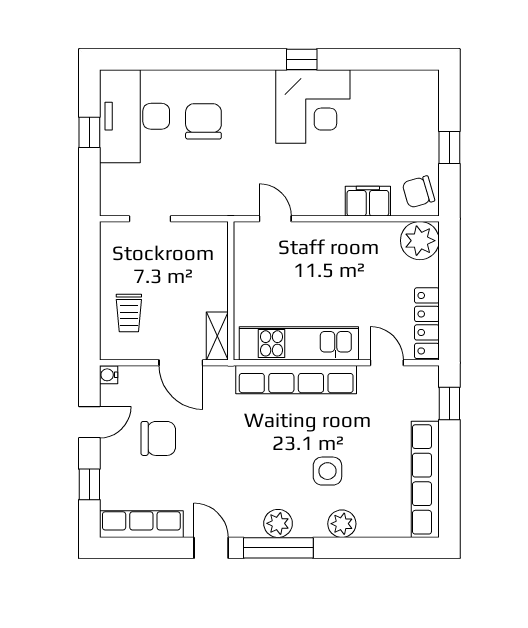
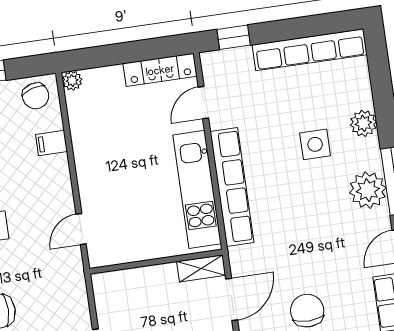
filing cabinet: (368, 201) -> (51, 143), width x0.50
plant: (420, 241) -> (72, 81), width x0.53, depth x0.53
plant: (278, 523) -> (368, 190), width x1.36, depth x1.36

